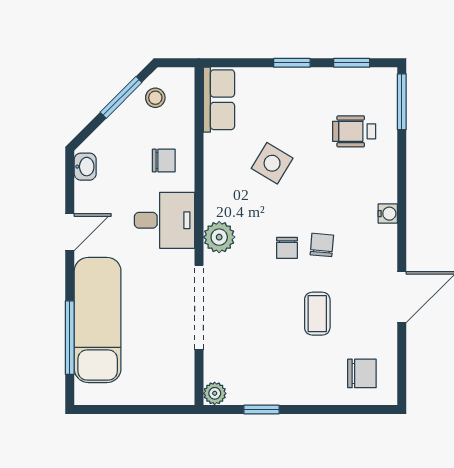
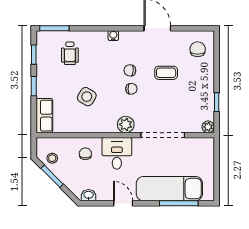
row of seats: (219, 100) -> (44, 116), moved, turned 90

